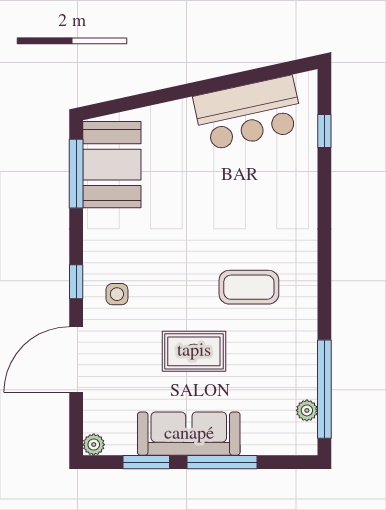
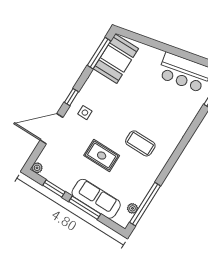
sofa: (189, 434) -> (96, 199), moved

